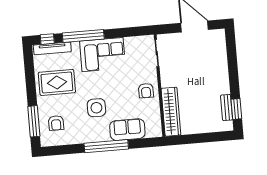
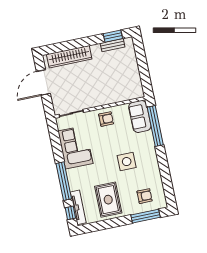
corner sofa: (103, 55) -> (75, 147), moved
wardrobe: (171, 112) -> (69, 57), moved, turned 180
sofa: (127, 130) -> (140, 116), moved
window: (106, 146) -> (155, 126), moved

